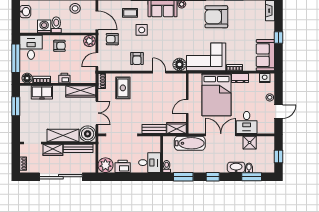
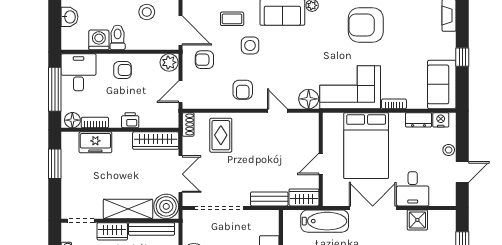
dresser: (240, 78) -> (419, 120), moved

